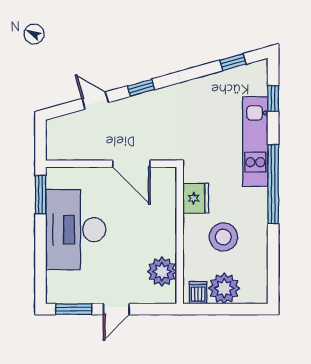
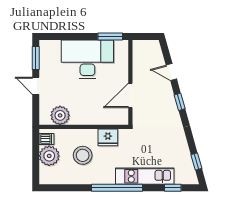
door: (95, 101) -> (171, 72), swing flipped

